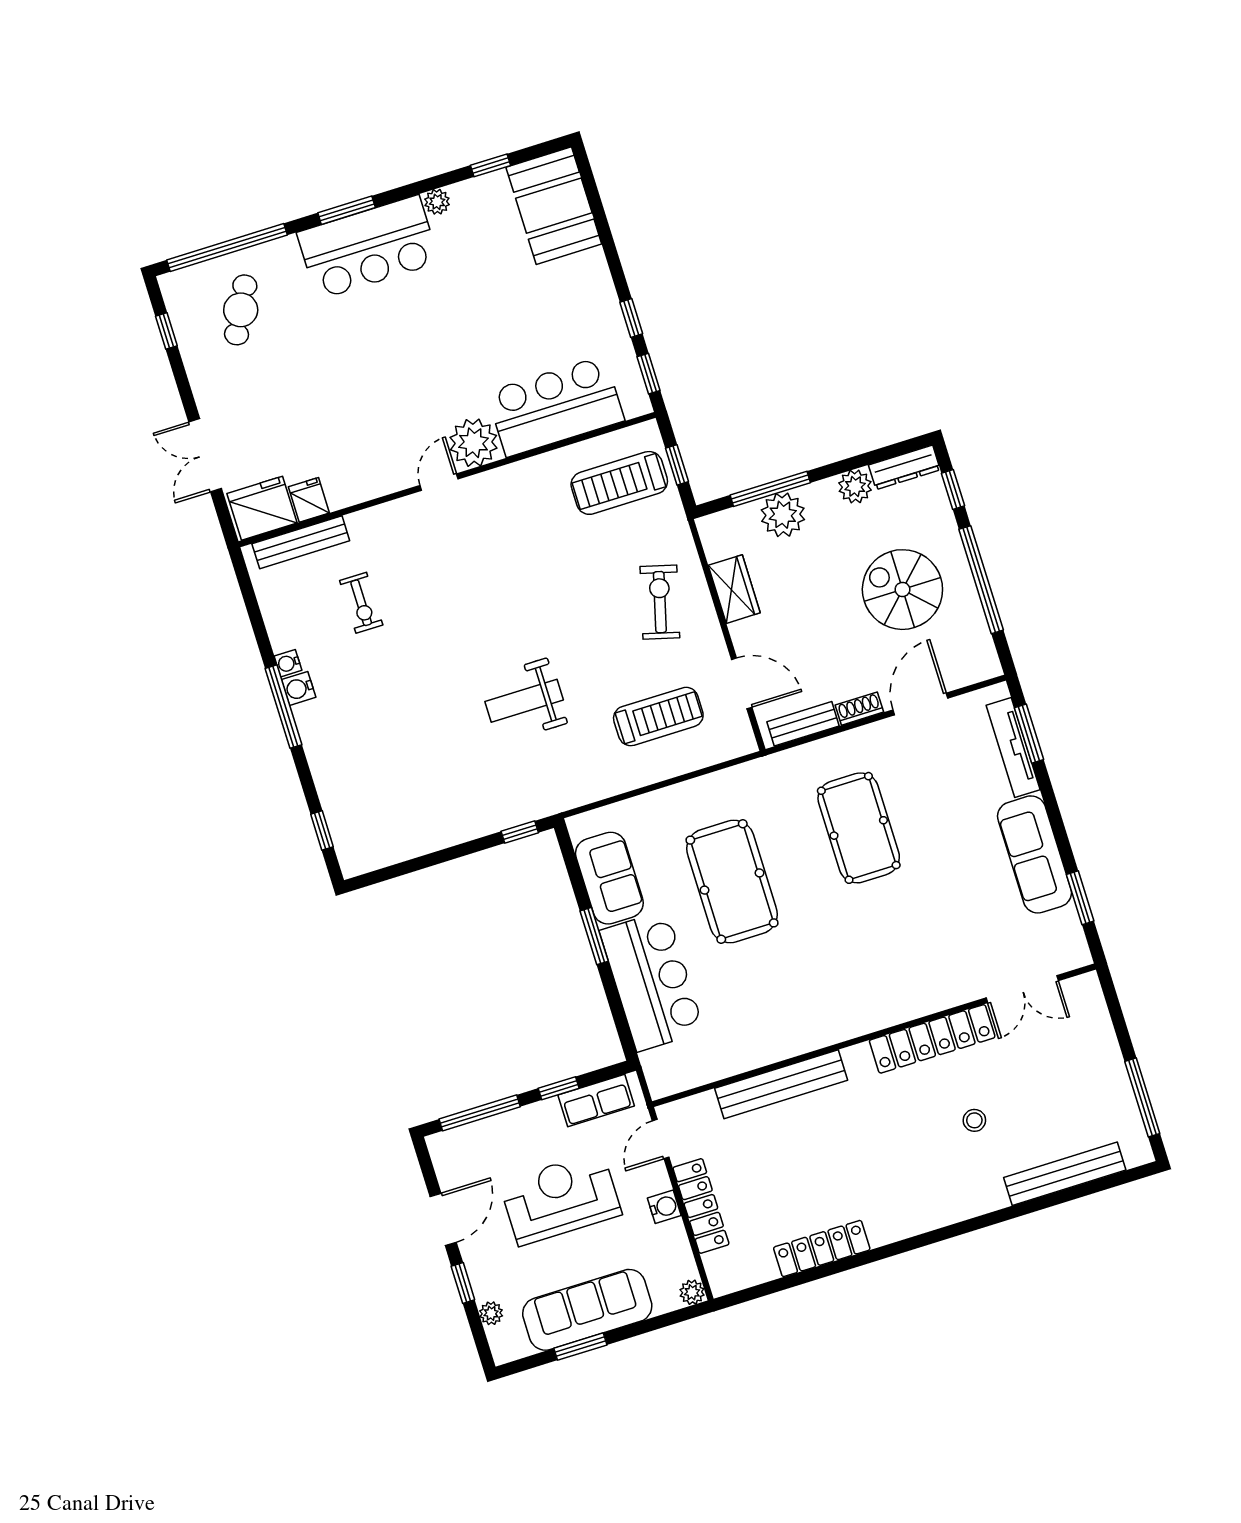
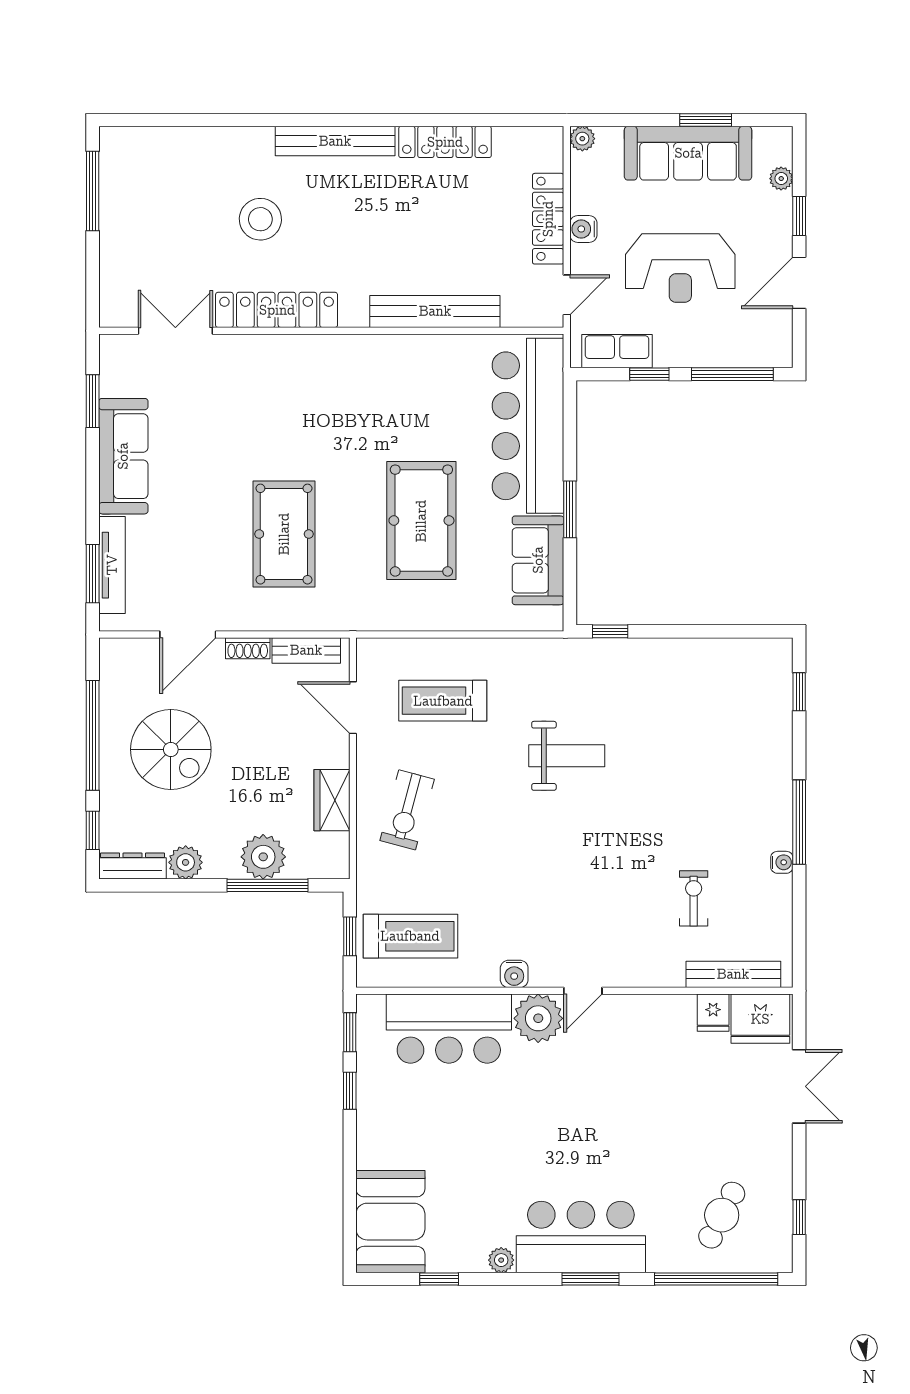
water cooler: (299, 688) -> (514, 974), moved, turned 90
bar counter: (652, 981) -> (528, 426), width x1.36
stool: (974, 1120) -> (260, 219), width x1.89, depth x1.89
bench: (1065, 1174) -> (335, 141), moved

